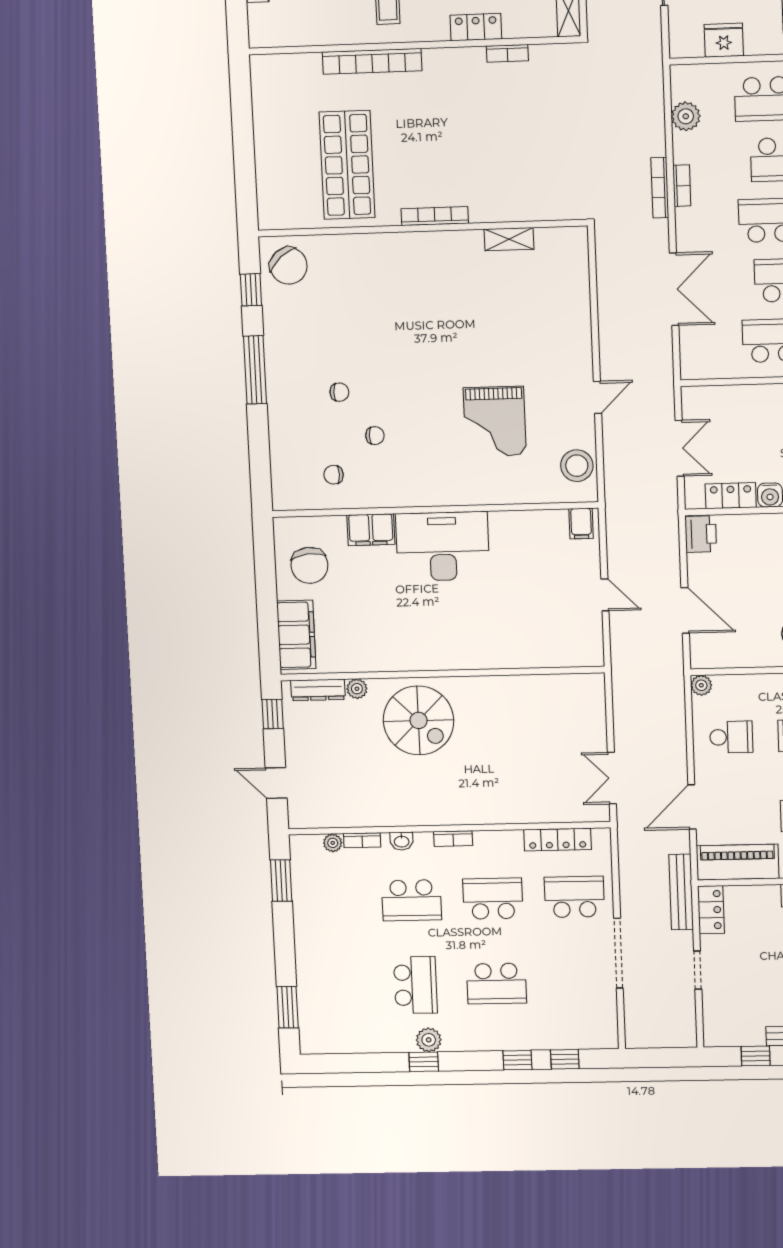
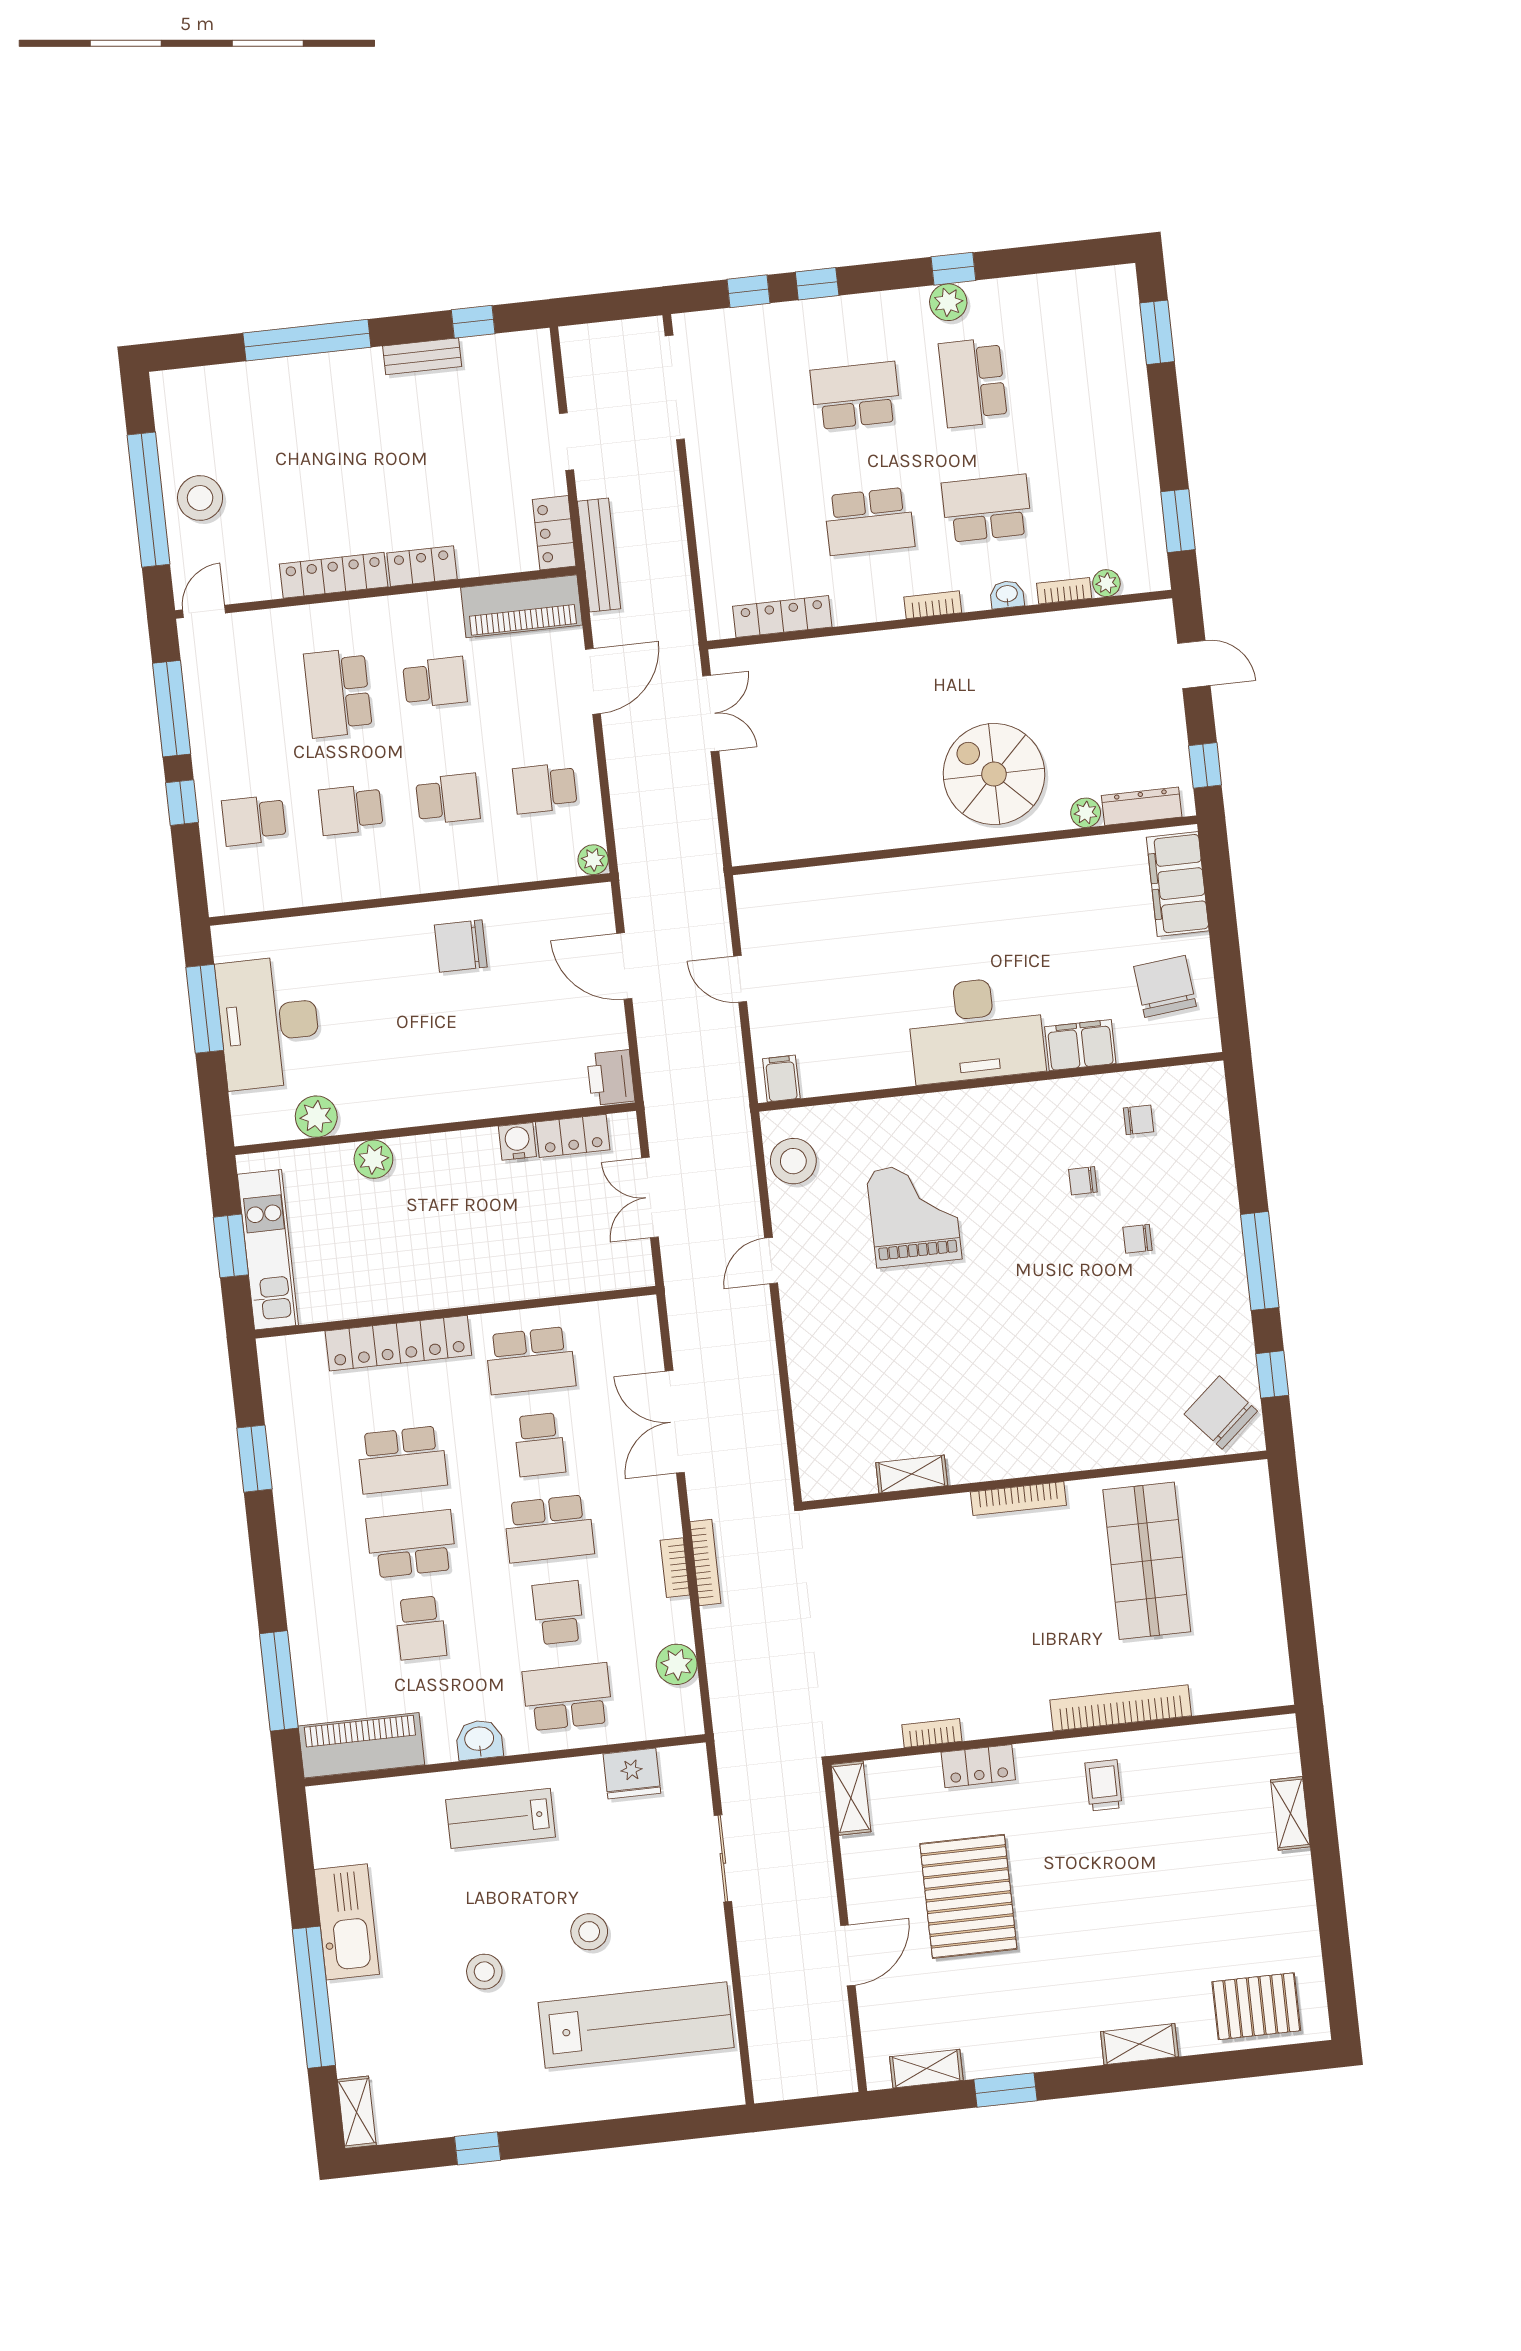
school desk: (574, 897) -> (752, 534), removed
doorway: (618, 953) -> (675, 388), moved

